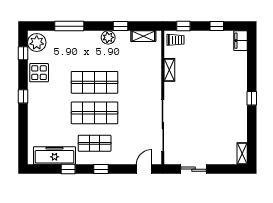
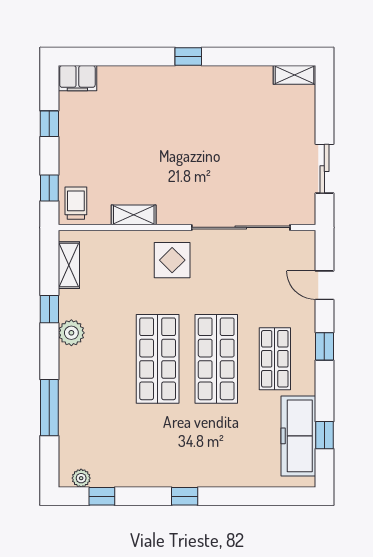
plant: (37, 43) -> (81, 478), width x0.53, depth x0.53
display table: (39, 73) -> (172, 260), moved
window: (68, 169) -> (324, 435), moved
door: (144, 169) -> (324, 285), moved

